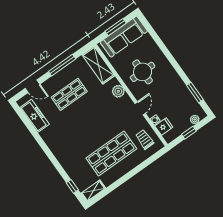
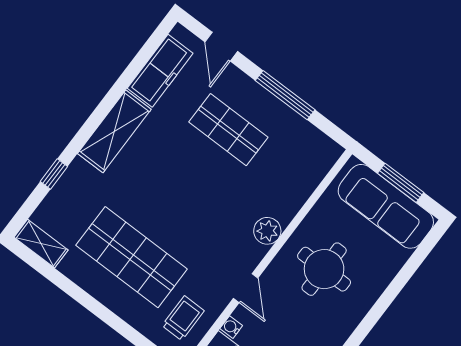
shelving: (98, 65) -> (114, 131), moved
door: (140, 108) -> (246, 288), hinge flipped
window: (72, 186) -> (54, 174), moved

